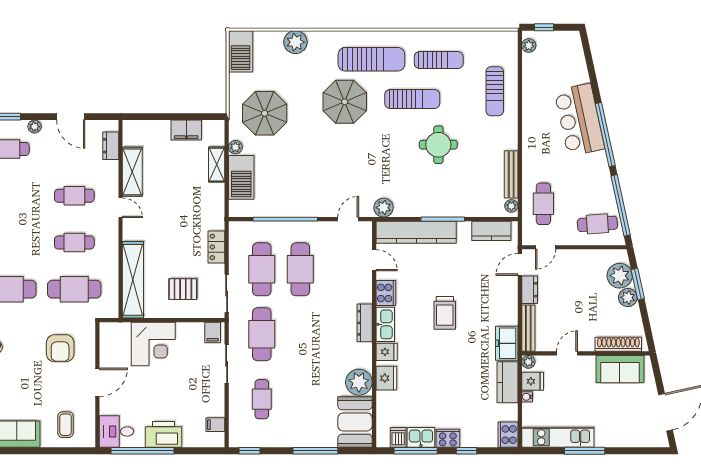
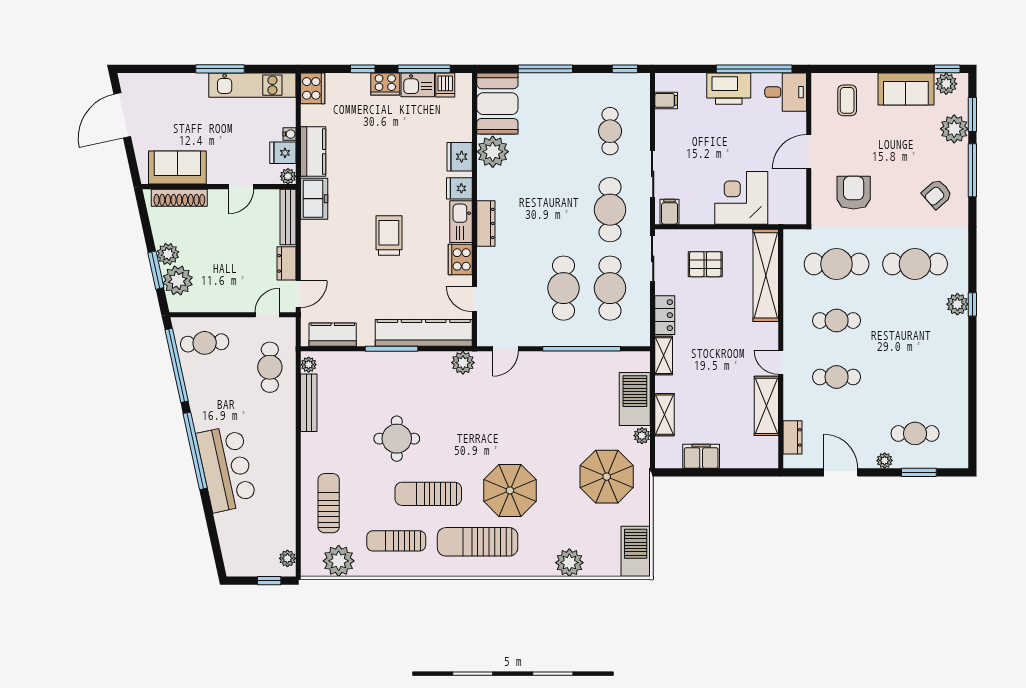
plant: (486, 44) -> (339, 561), added
shelving: (217, 213) -> (664, 356), added

